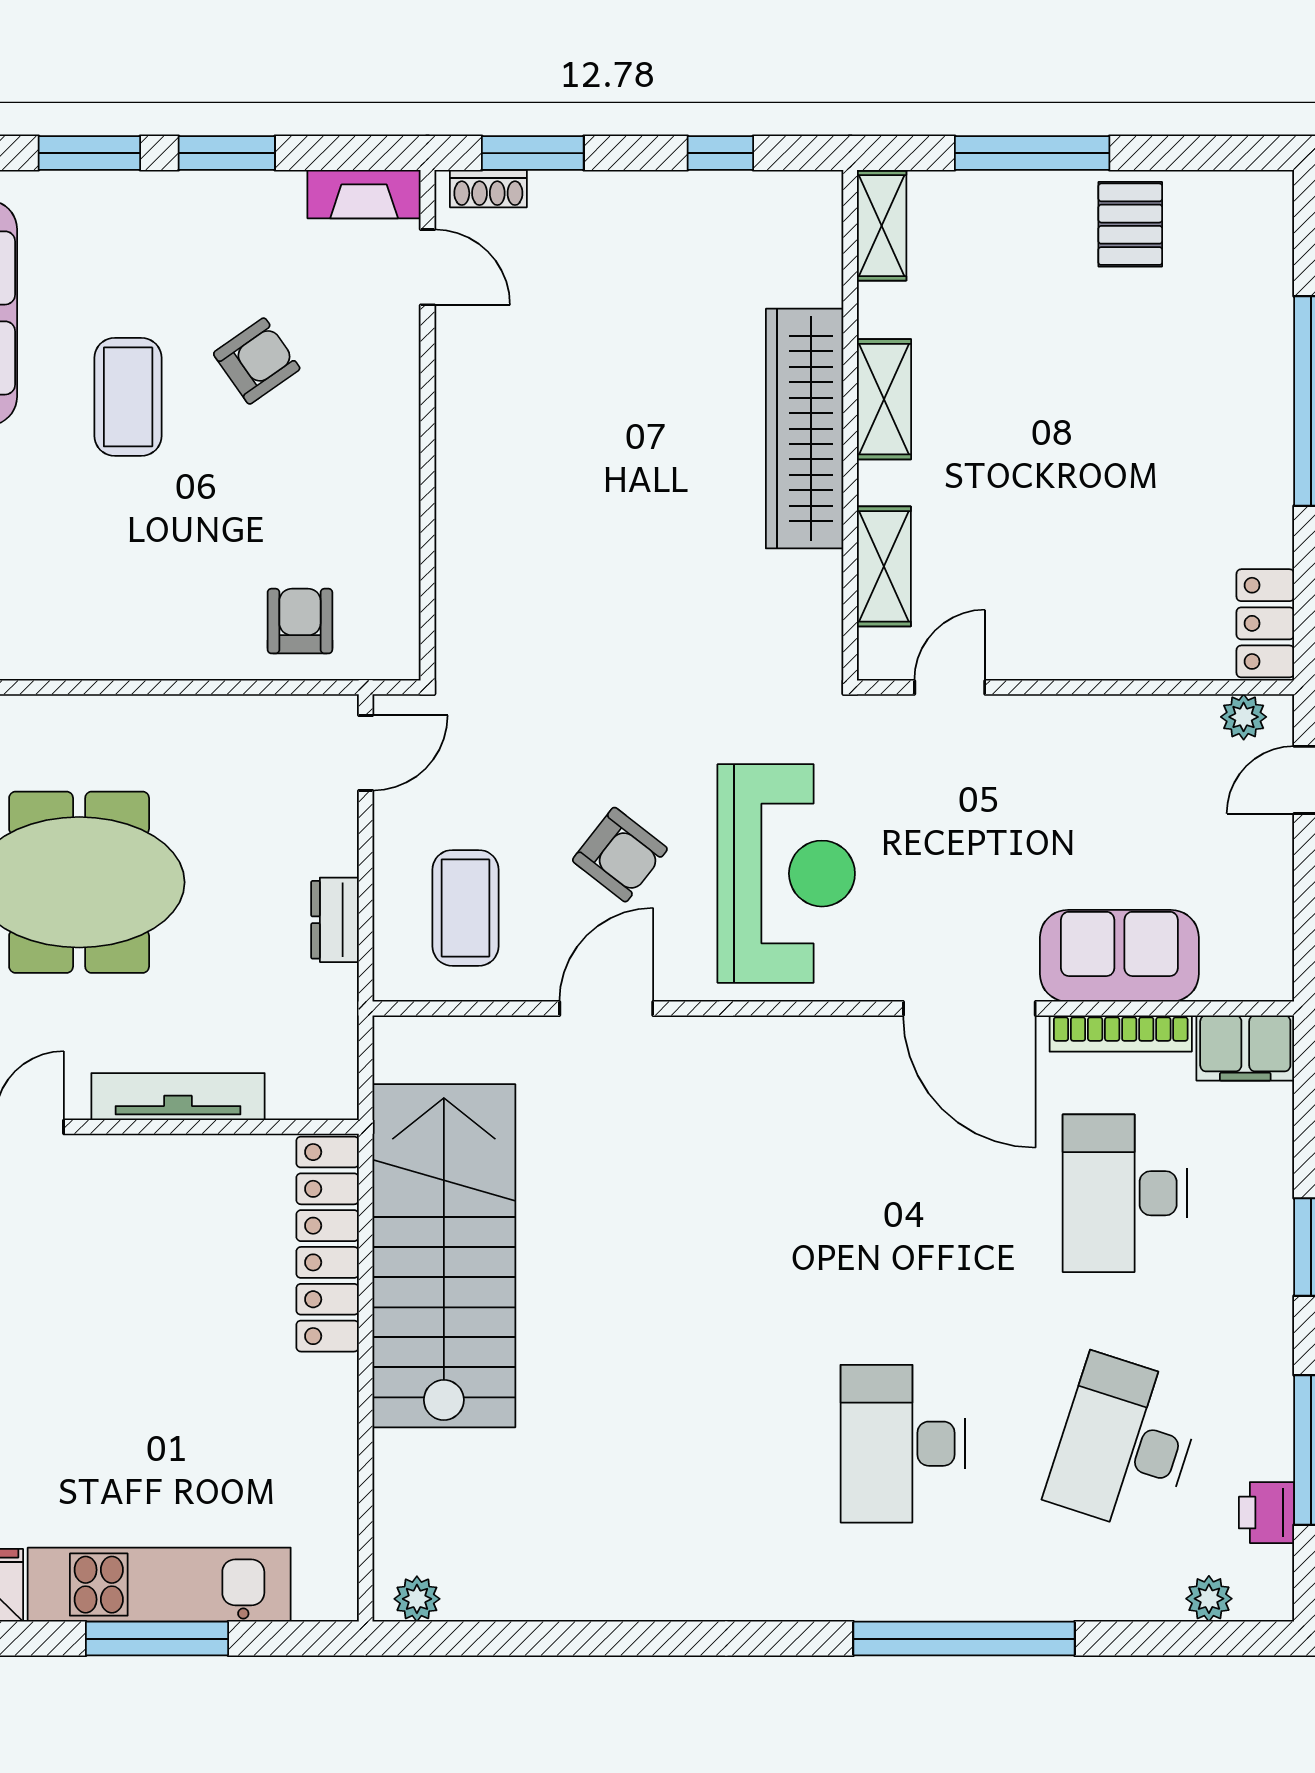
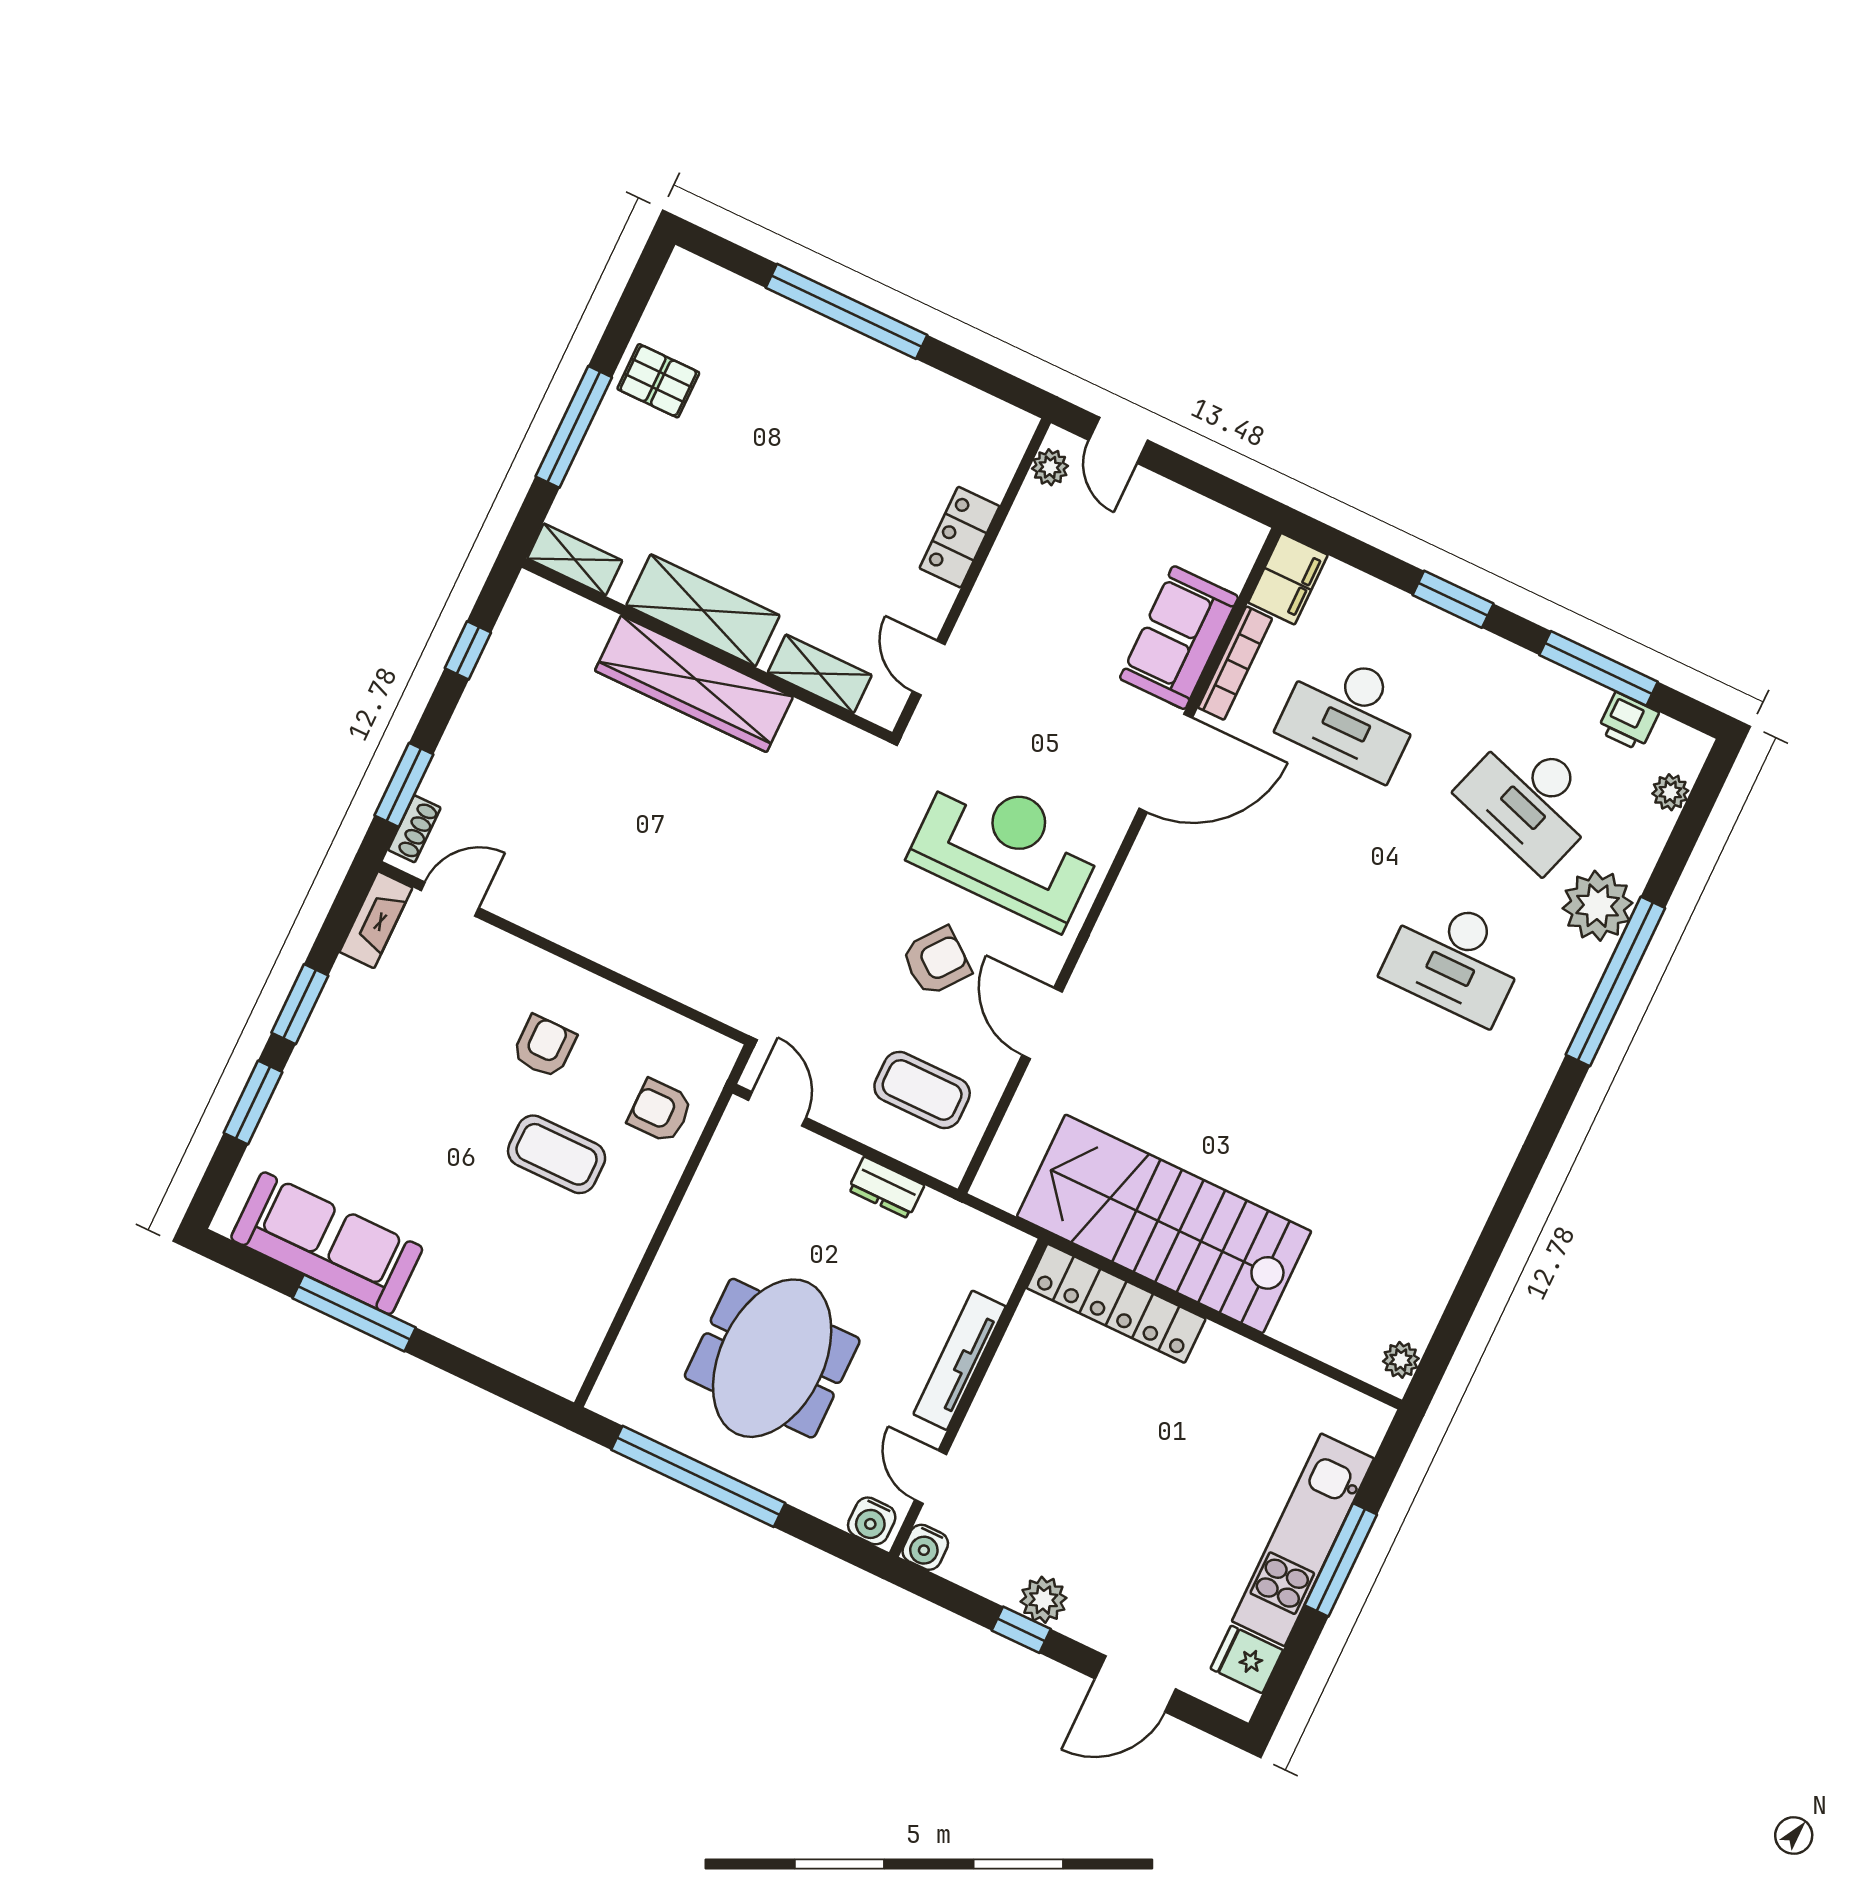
armchair: (257, 361) -> (544, 1047), moved, turned 35
coffee table: (128, 397) -> (557, 1154), moved
shelving: (884, 399) -> (703, 610), width x1.50, depth x1.33
locker: (1265, 623) -> (959, 537), moved, turned 90
plant: (1040, 1577) -> (1598, 906), added

